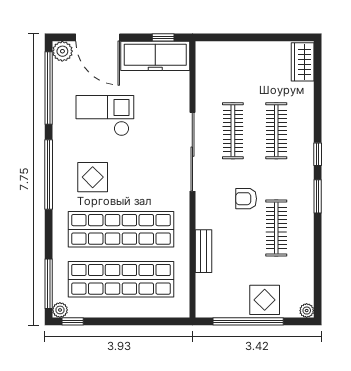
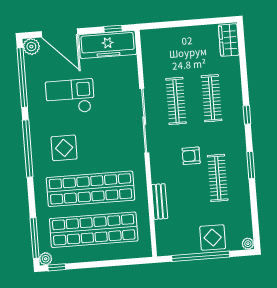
window: (318, 196) -> (251, 165), moved

